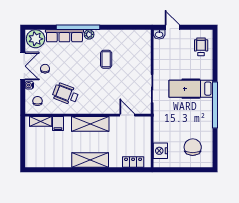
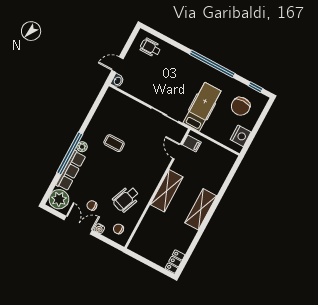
hospital bed: (191, 89) -> (202, 107), moved, turned 180
door: (127, 115) -> (177, 152), hinge flipped
shelving: (41, 121) -> (139, 236), removed
filing cabinet: (58, 124) -> (192, 144), moved
chair: (193, 147) -> (241, 106), turned -90
nightstand: (160, 151) -> (241, 136), moved, turned -90
window: (215, 151) -> (255, 87), added
locker: (133, 162) -> (175, 262), moved

